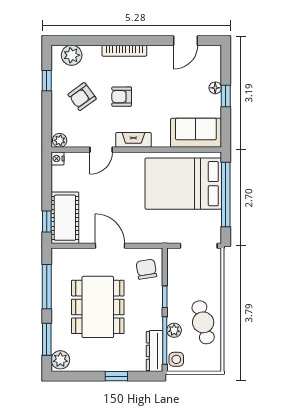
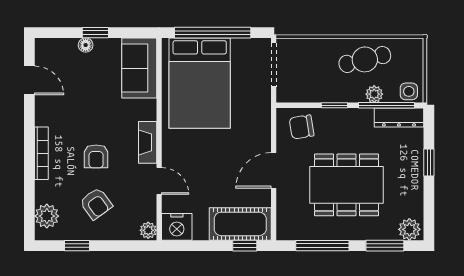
nightstand: (58, 158) -> (177, 227), width x1.89, depth x1.79

